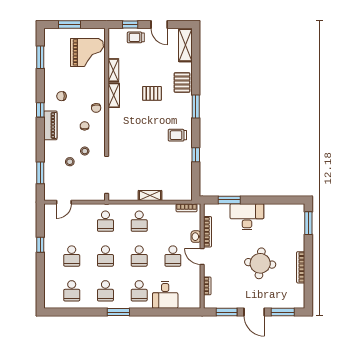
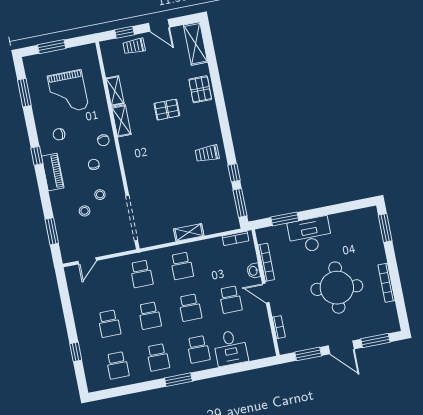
grand piano: (87, 52) -> (68, 92), moved, turned 90
window: (196, 106) -> (240, 203), moved
window: (40, 245) -> (76, 352), moved
round table: (260, 263) -> (337, 288), width x1.36, depth x1.36

